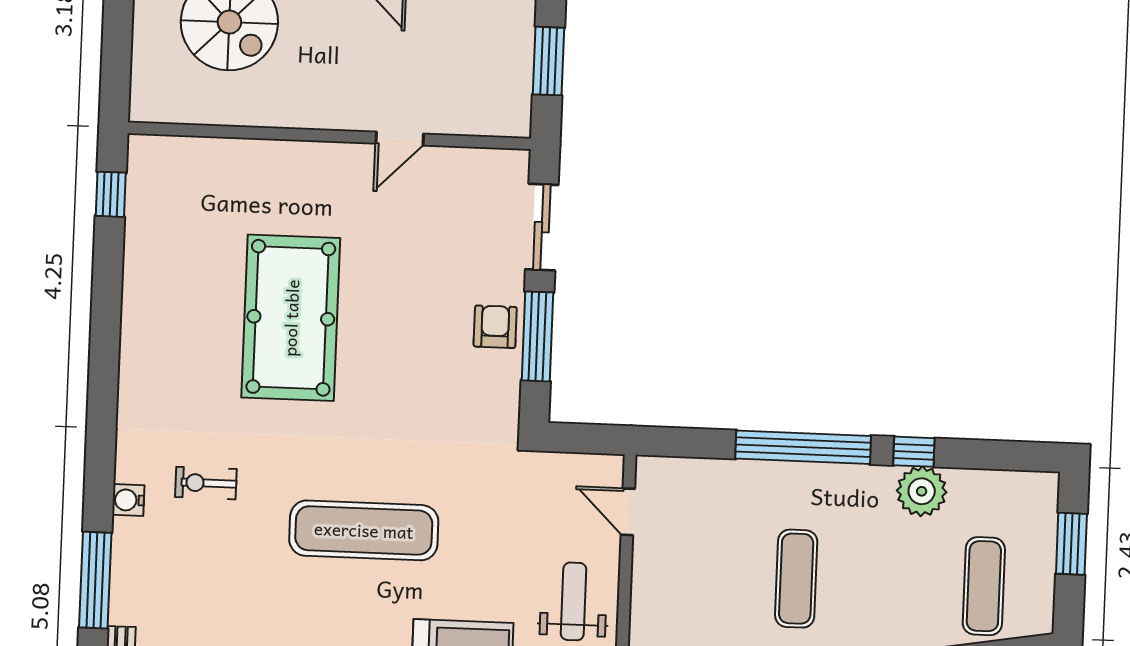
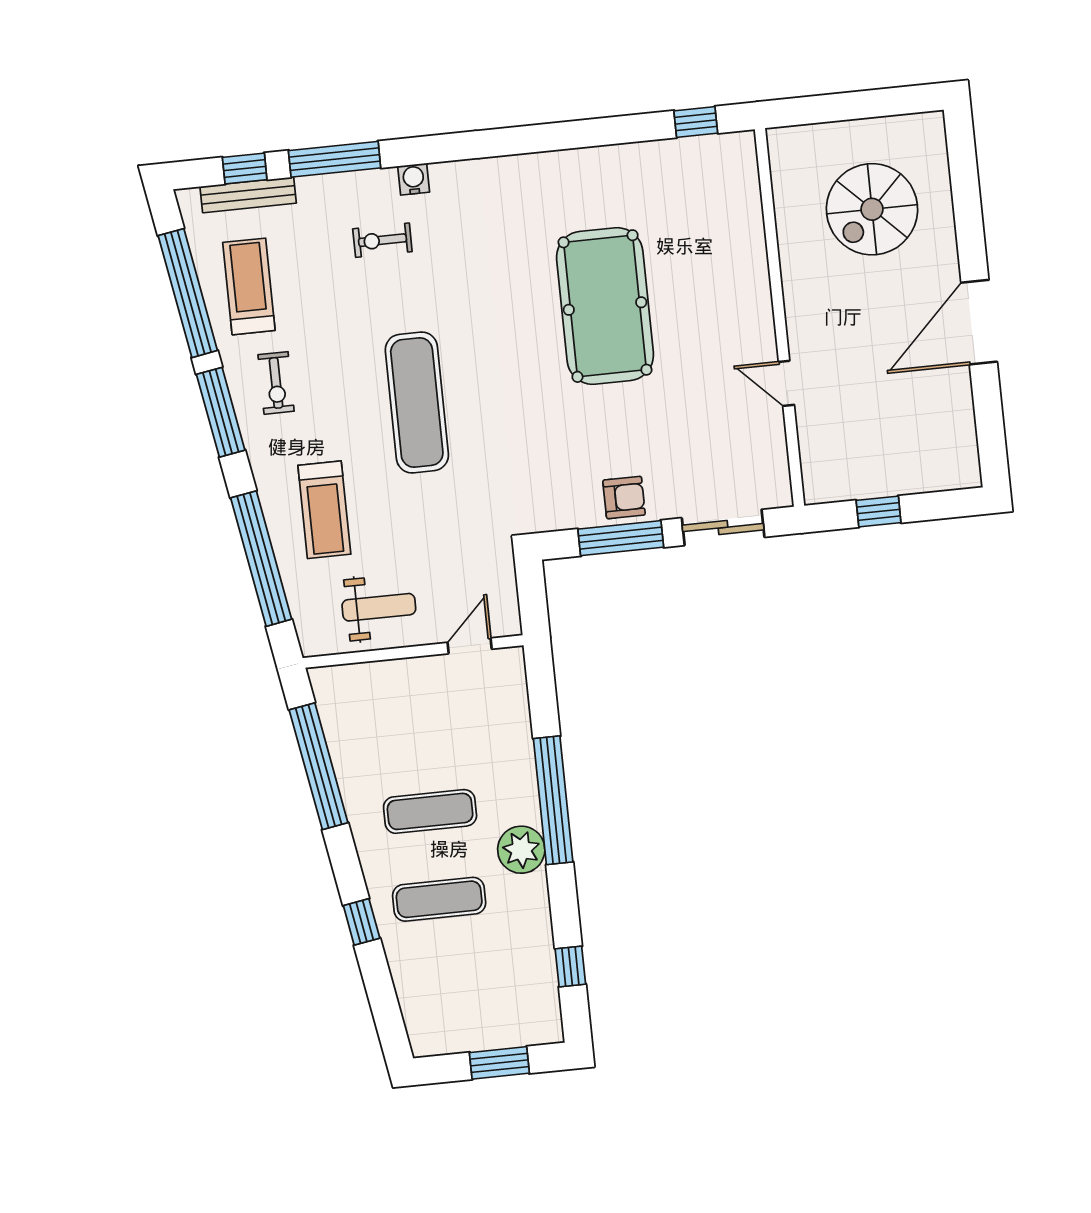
window: (549, 61) -> (879, 511), width x0.67
pool table: (291, 318) -> (605, 306), turned 90
window: (914, 452) -> (570, 966), moved
exercise bike: (206, 483) -> (382, 240), moved, turned -90
plant: (922, 491) -> (521, 850), moved
exercise mat: (984, 586) -> (439, 899), moved

